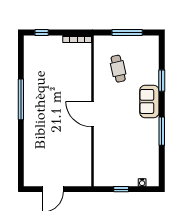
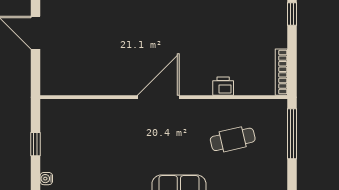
window: (127, 32) -> (292, 134), moved
printer: (86, 75) -> (223, 86), added

